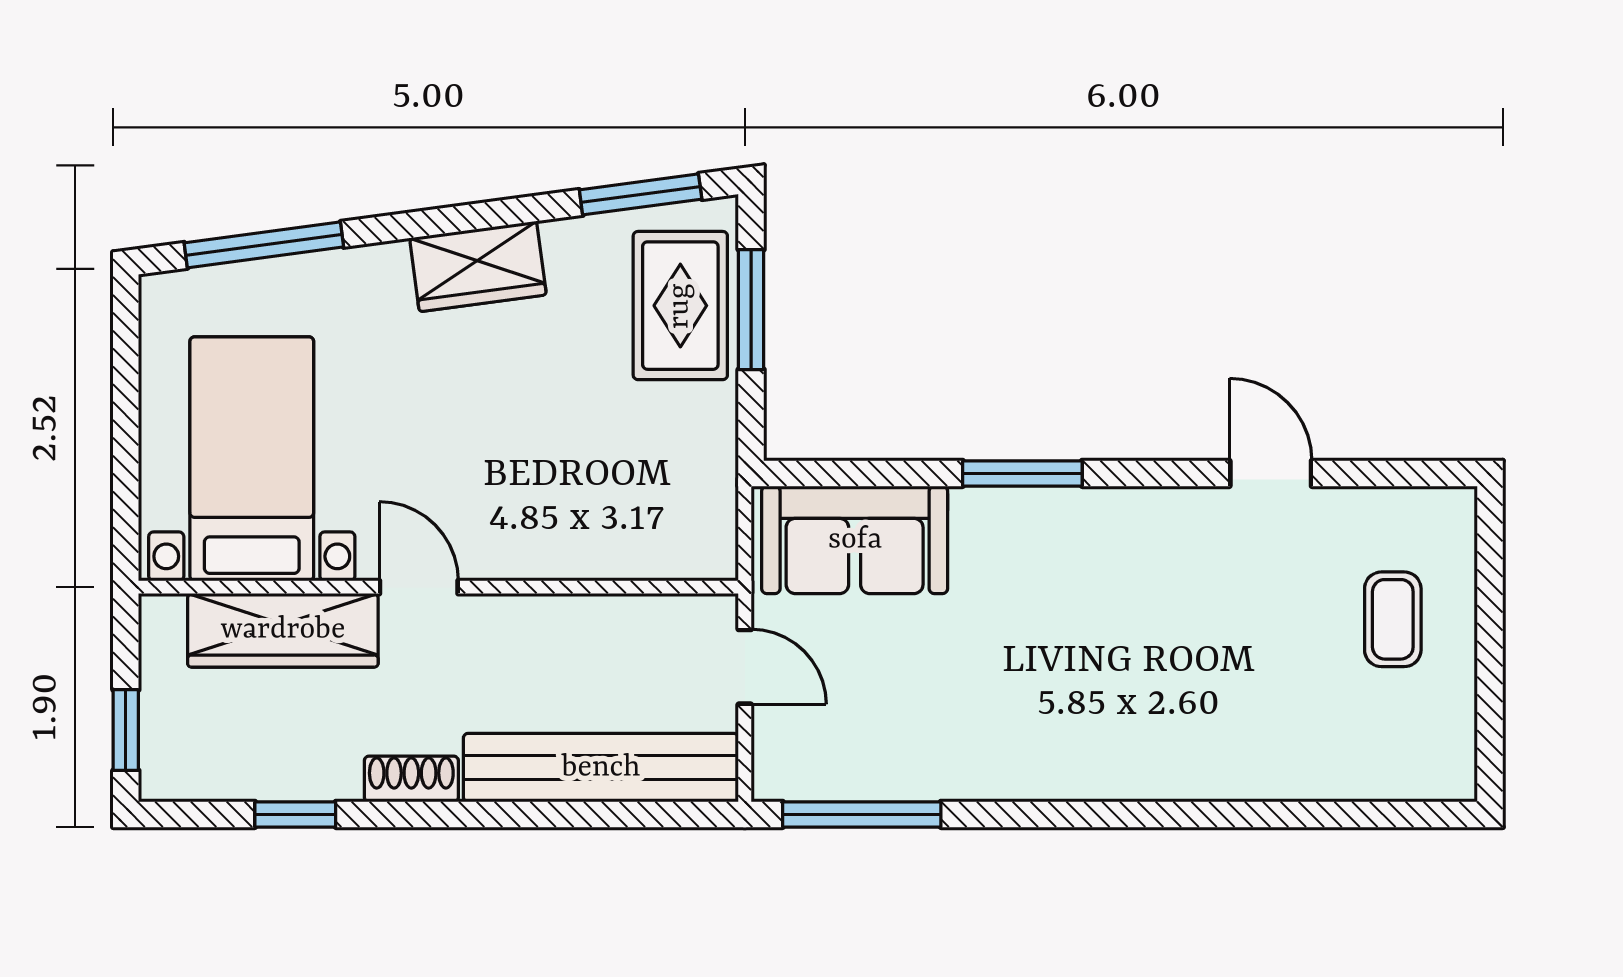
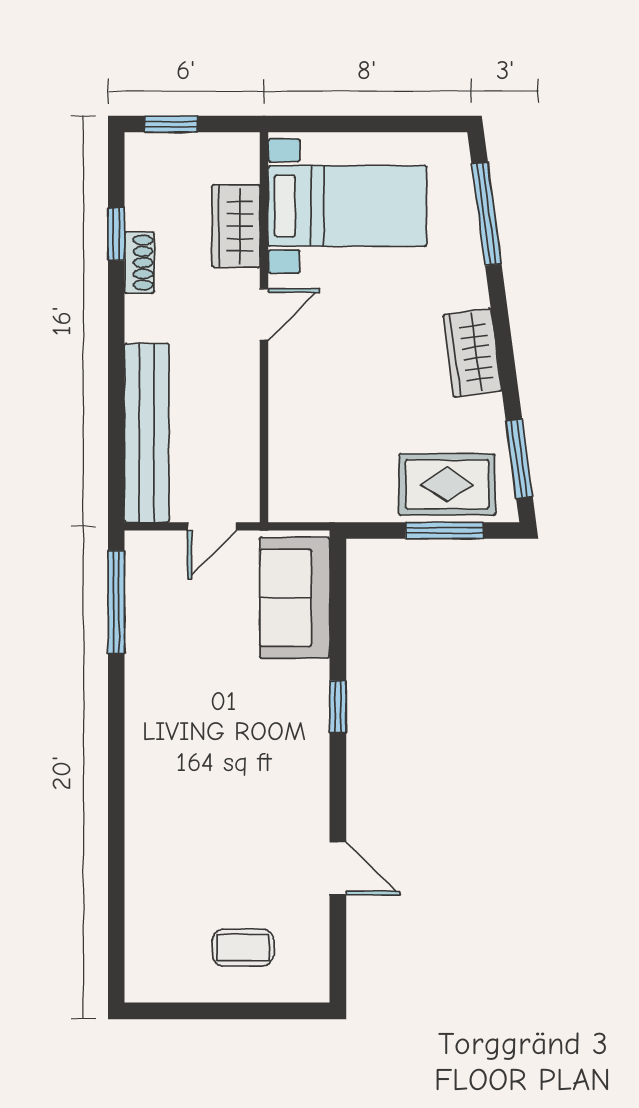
window: (1022, 473) -> (338, 707), width x0.67
door: (1271, 473) -> (338, 868), hinge flipped
wardrobe: (283, 630) -> (236, 226), width x0.67
shoe rack: (411, 779) -> (139, 263), moved

